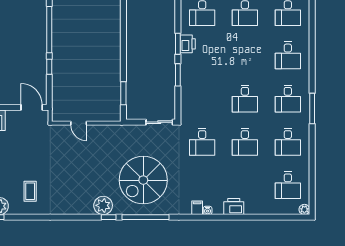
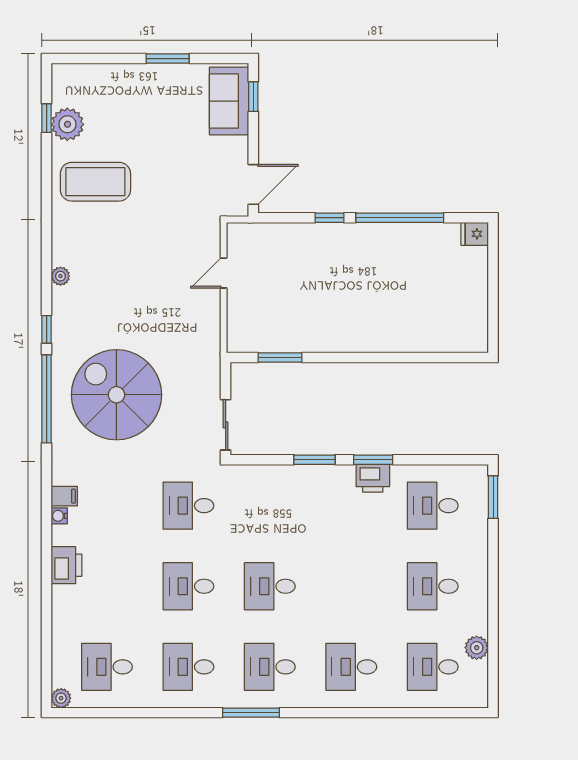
coffee table: (30, 191) -> (95, 182), width x1.86, depth x1.72
plant: (103, 205) -> (60, 276), moved, width x0.53, depth x0.53

